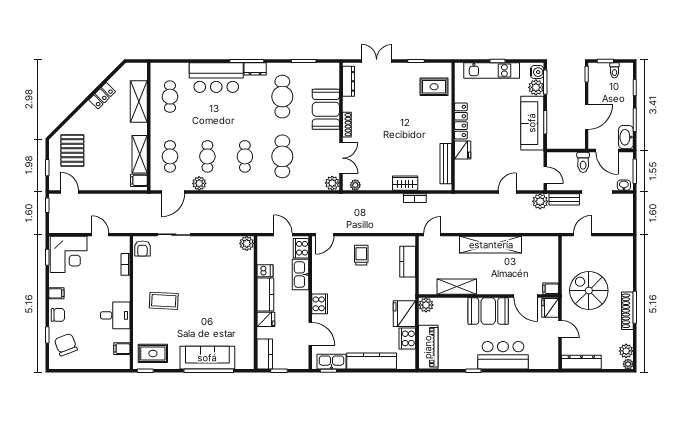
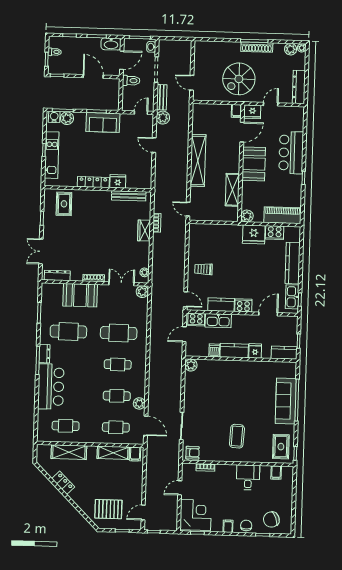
sofa: (532, 123) -> (103, 122), width x0.73
kitchen counter: (408, 262) -> (221, 305), moved, turned 180

